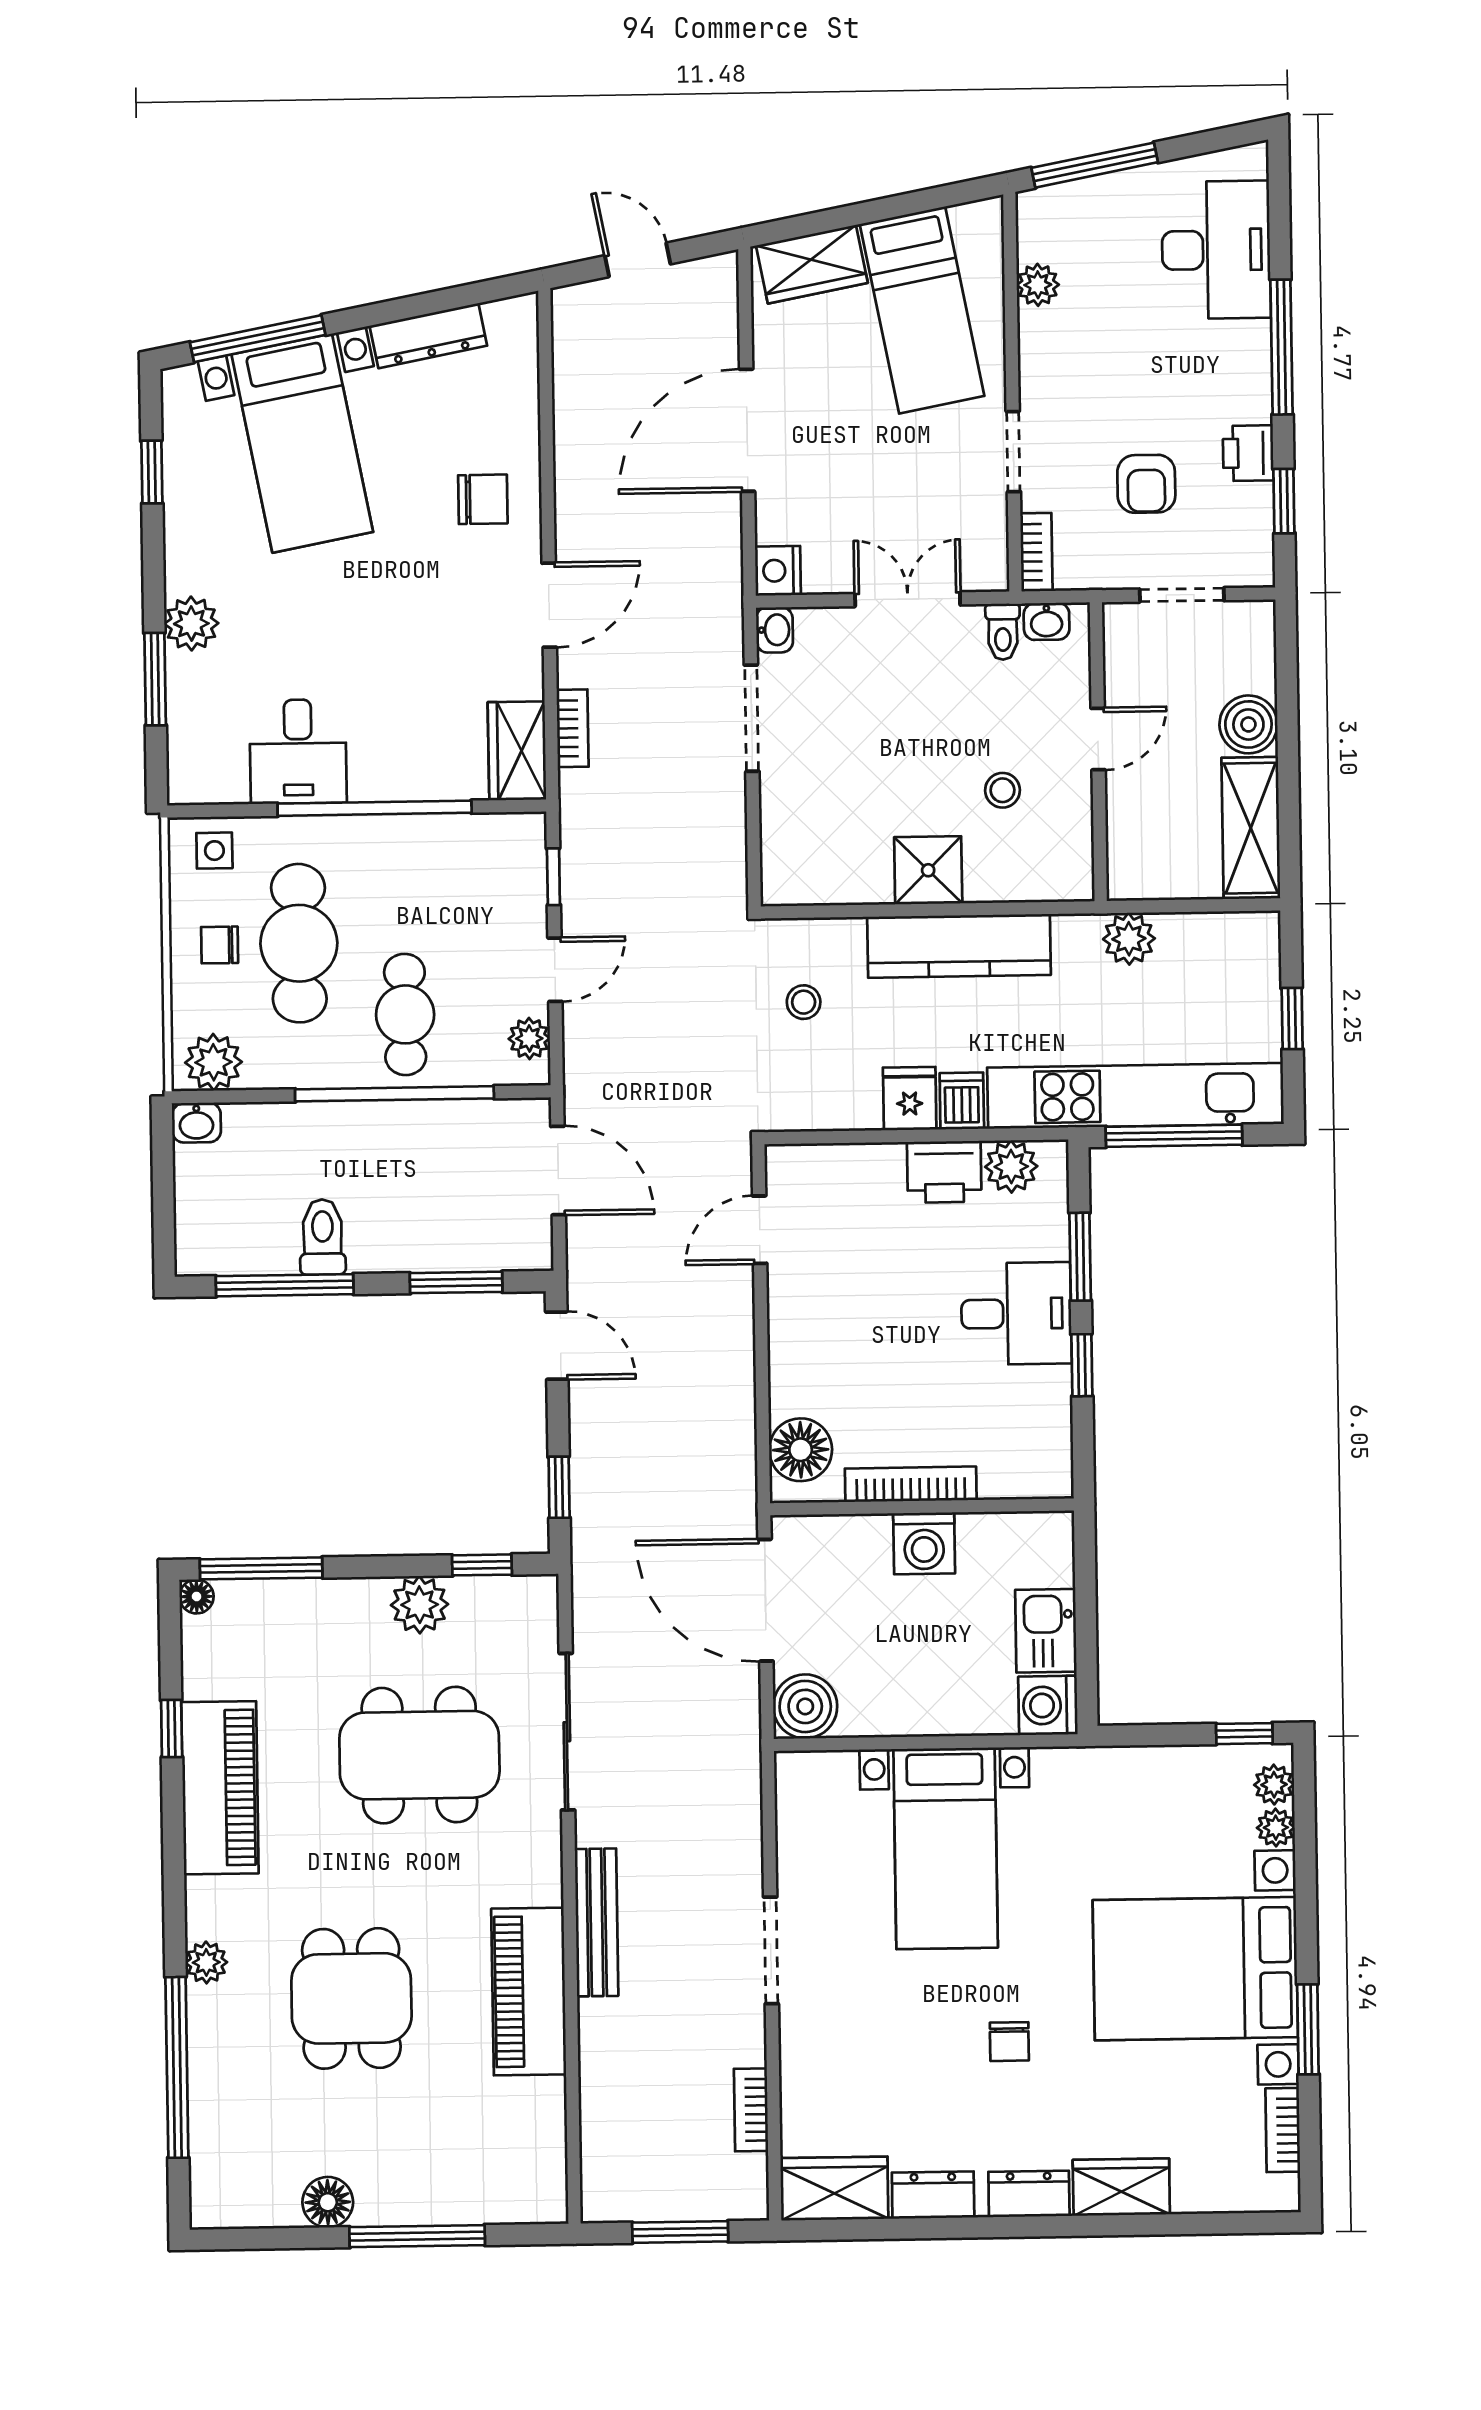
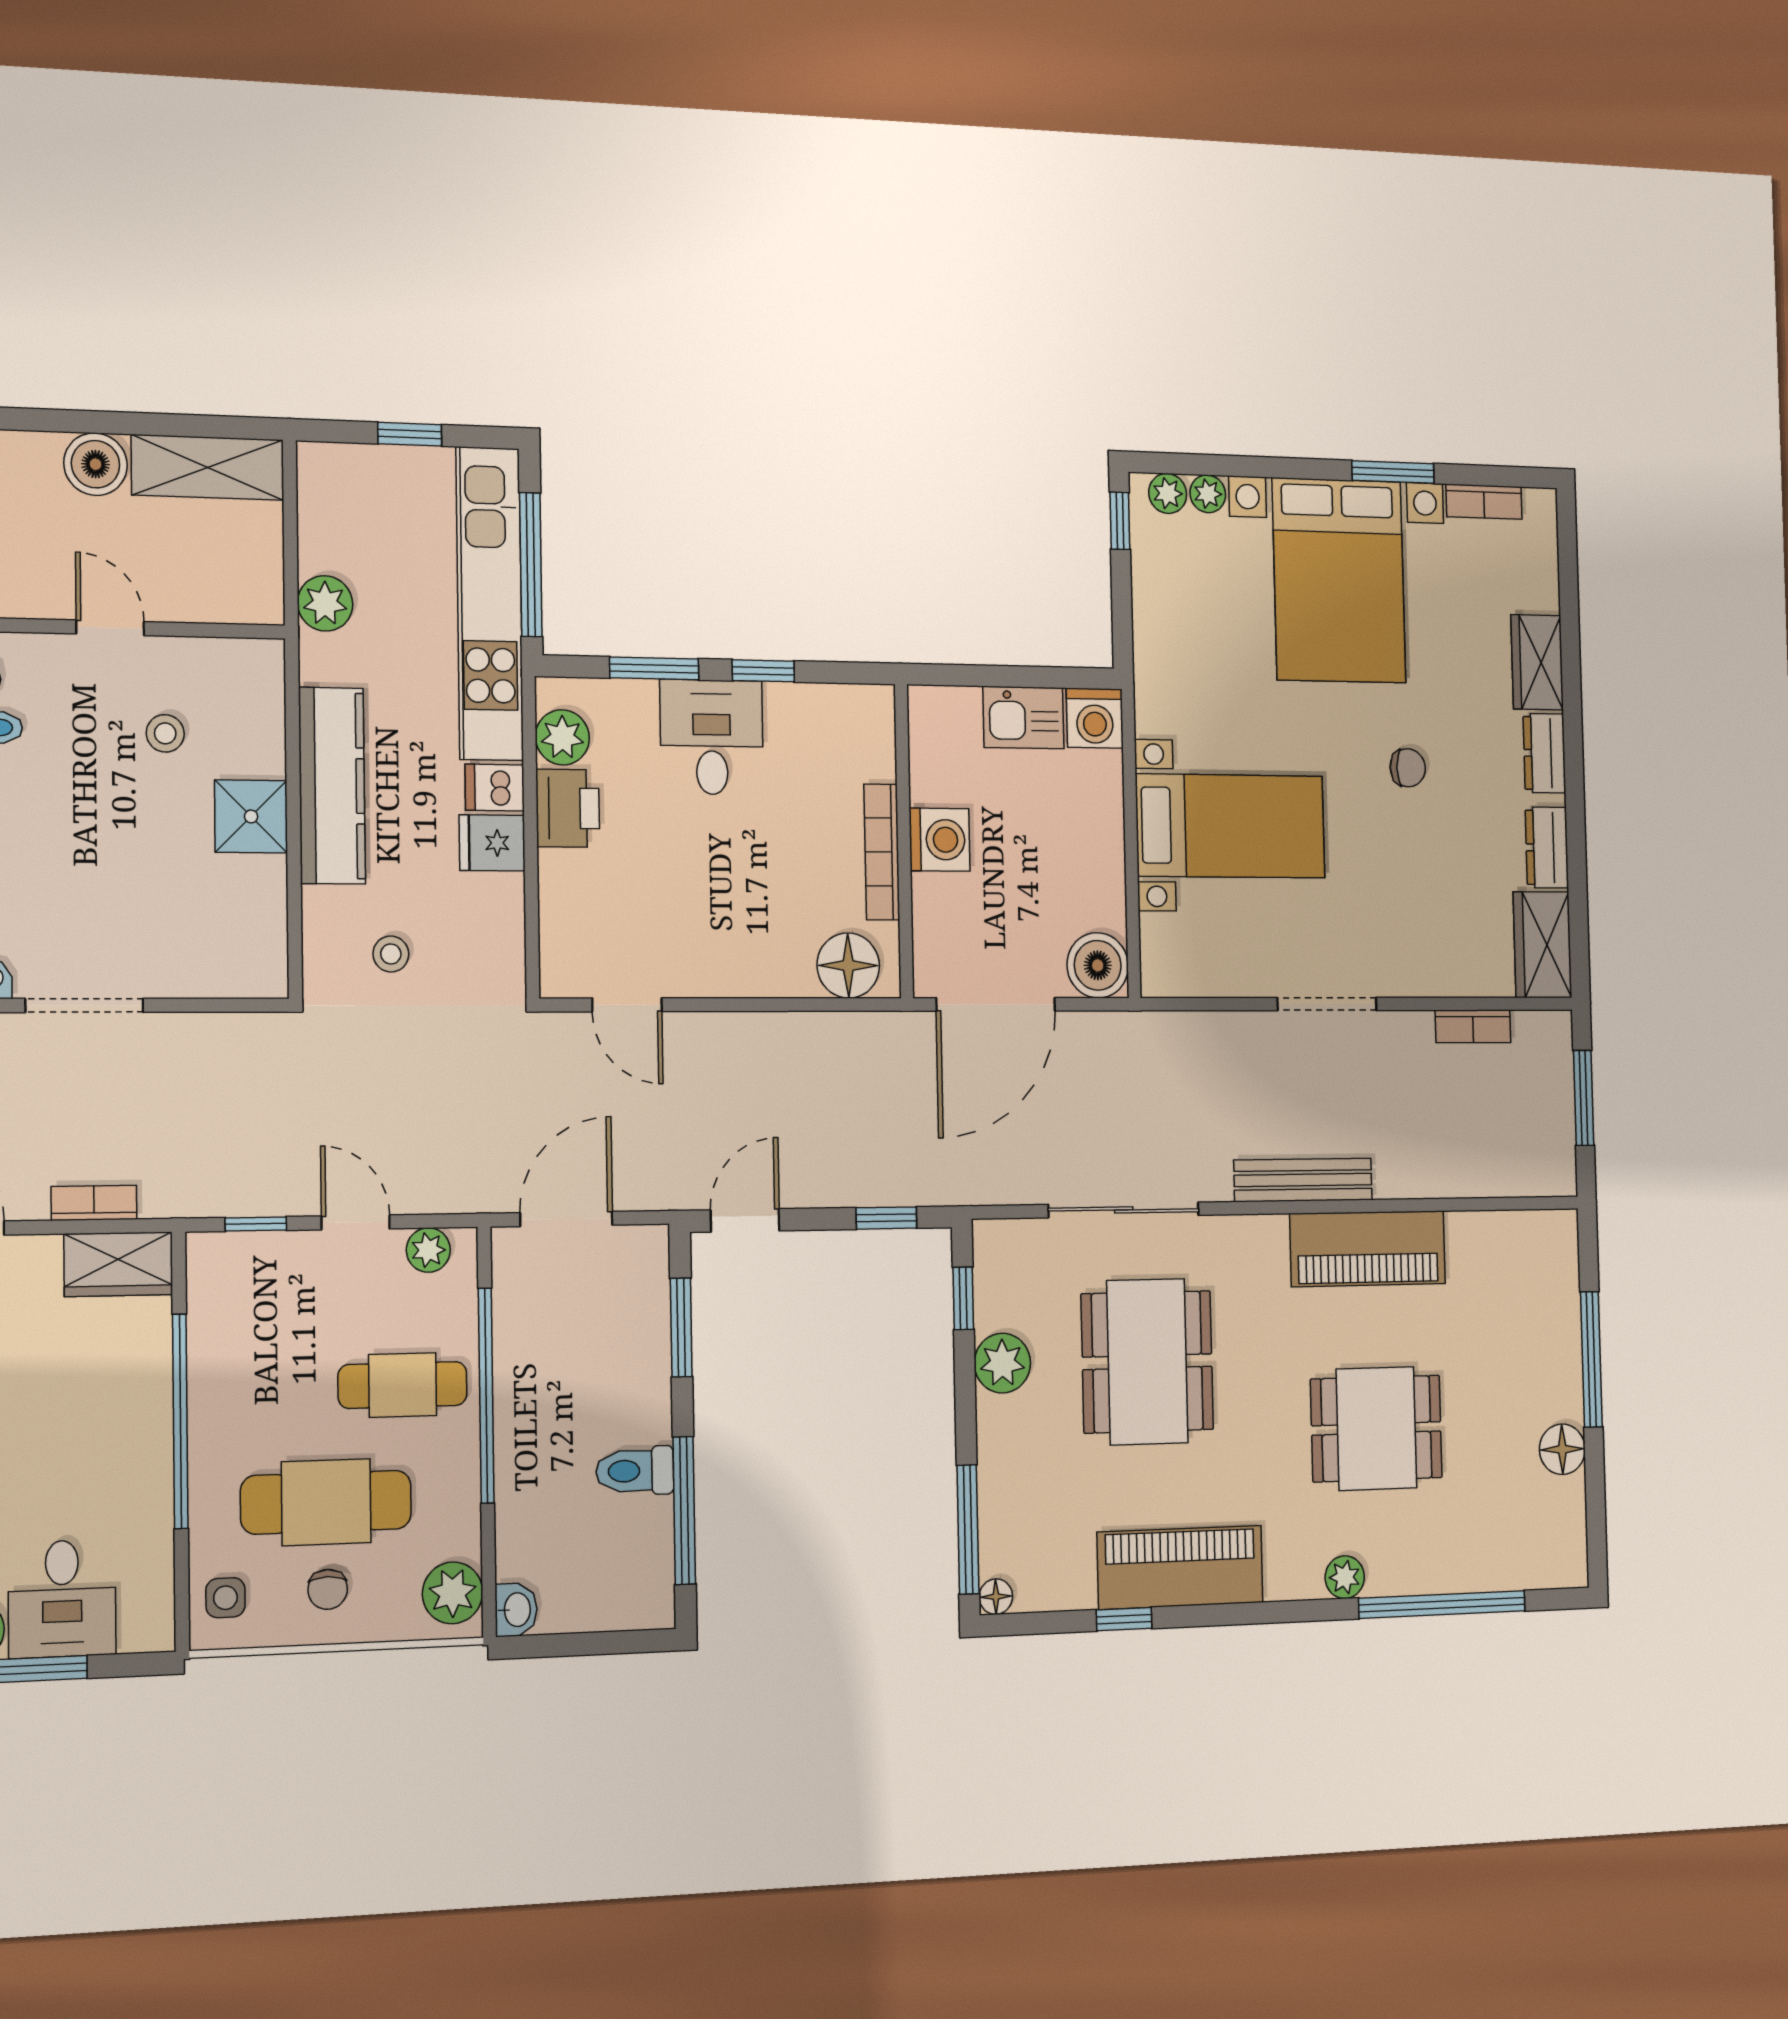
desk: (298, 752) -> (62, 1599), moved, turned 90

